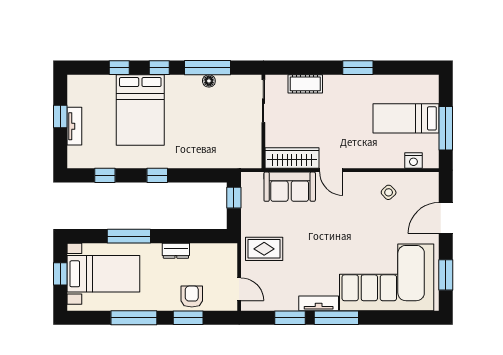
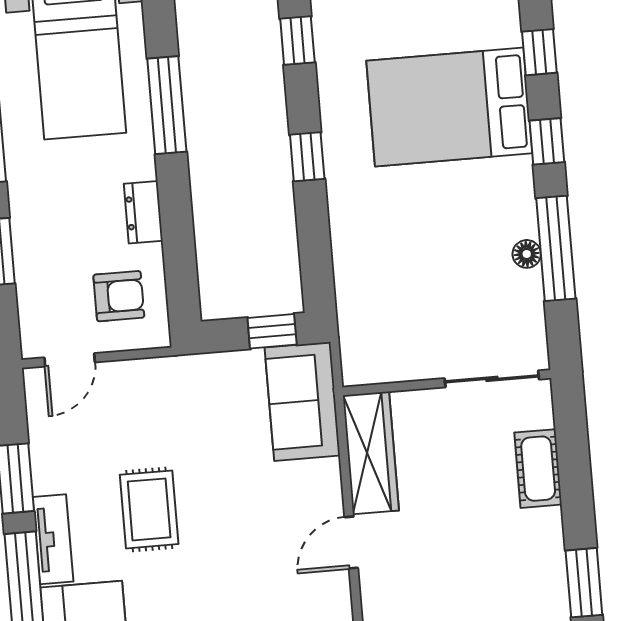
sofa: (290, 187) -> (302, 402), moved
rug: (264, 249) -> (149, 509), moved
armchair: (192, 297) -> (119, 296), moved

